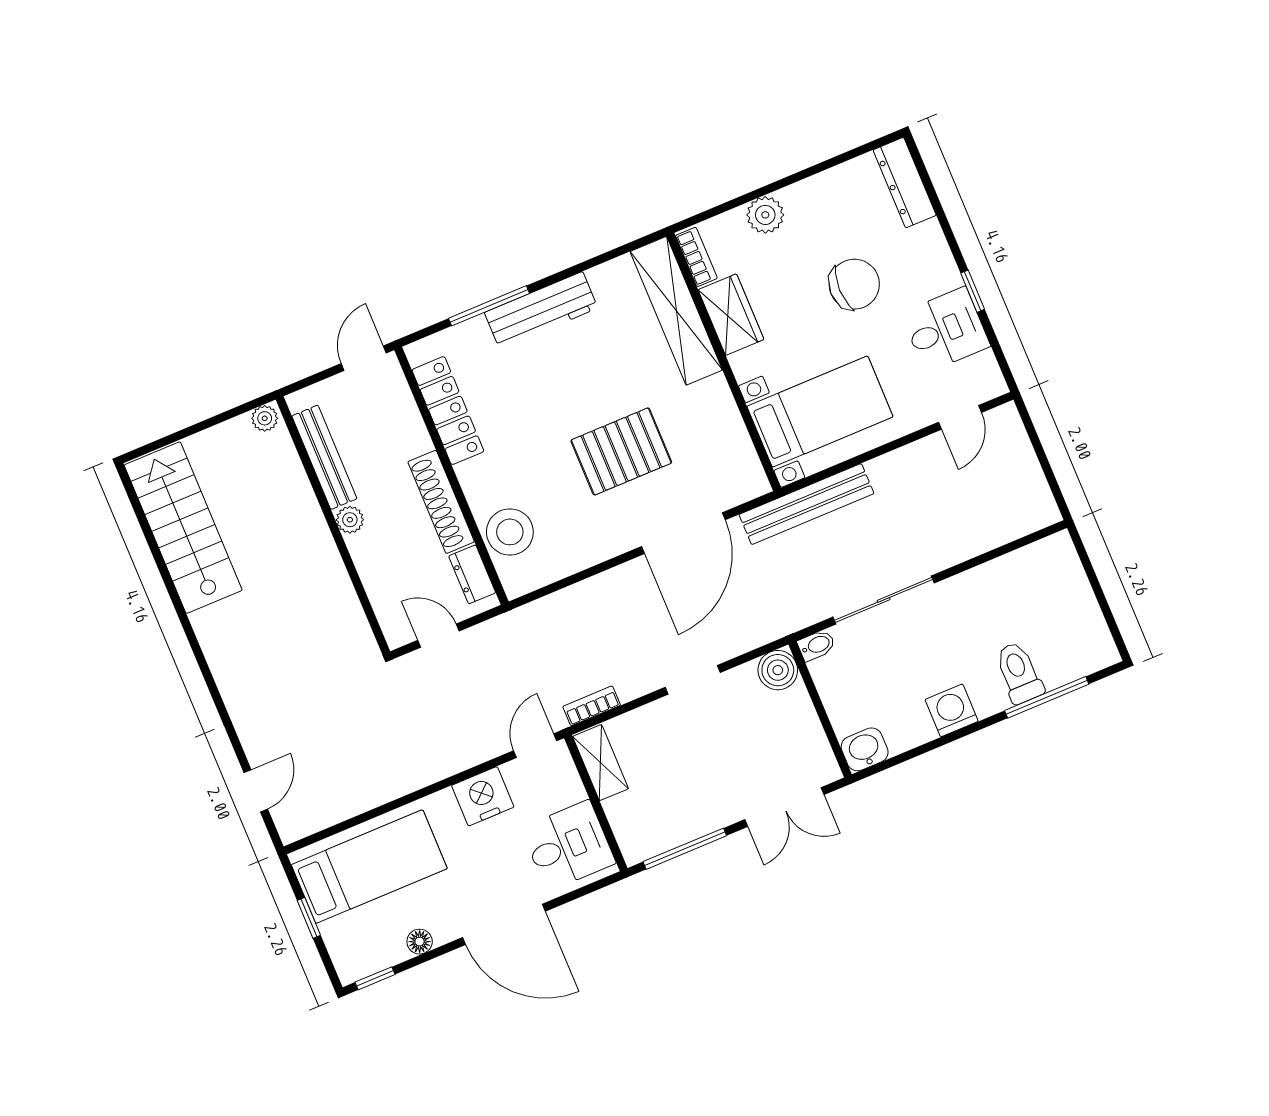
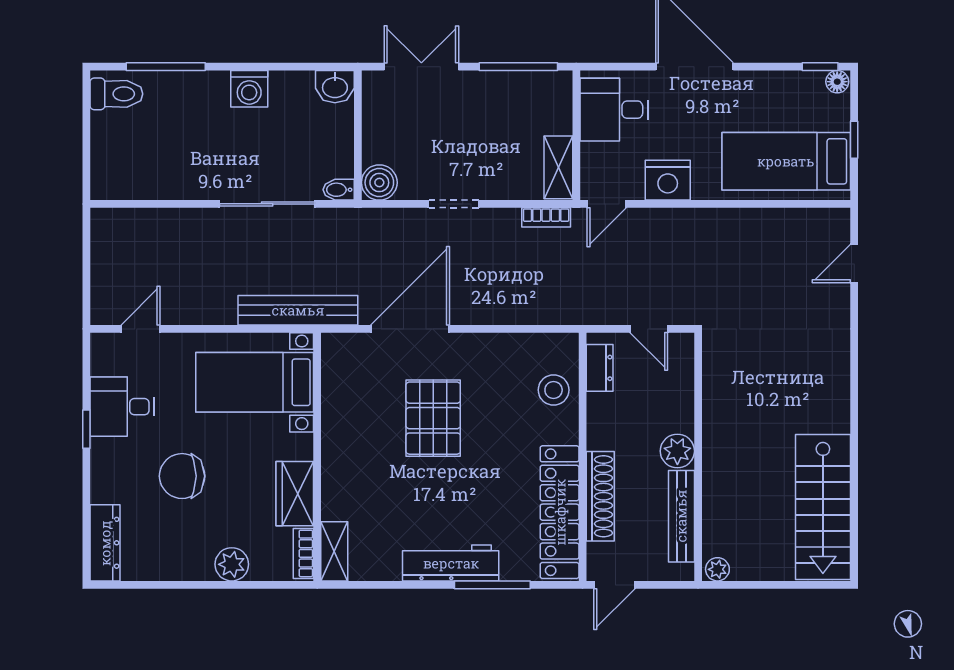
shelving: (676, 311) -> (334, 551), width x0.45, depth x0.75
locker: (448, 411) -> (560, 512), width x1.41, depth x1.21
pallet: (621, 451) -> (433, 418), turned 90
shoe rack: (441, 502) -> (600, 496), moved
plant: (350, 520) -> (677, 451), width x1.38, depth x1.38
stool: (510, 532) -> (554, 390), width x0.73, depth x0.73
toilet: (1019, 673) -> (116, 94), moved, turned -90
floor lamp: (420, 942) -> (837, 82), moved

